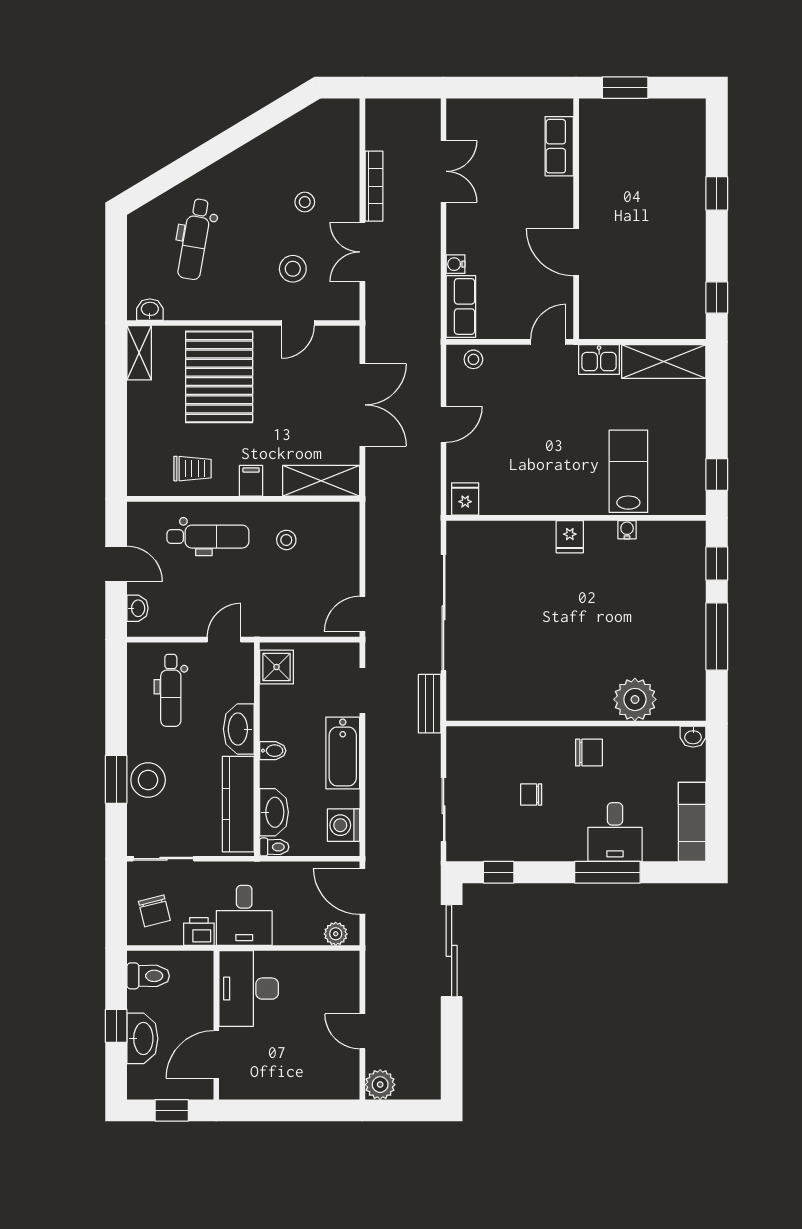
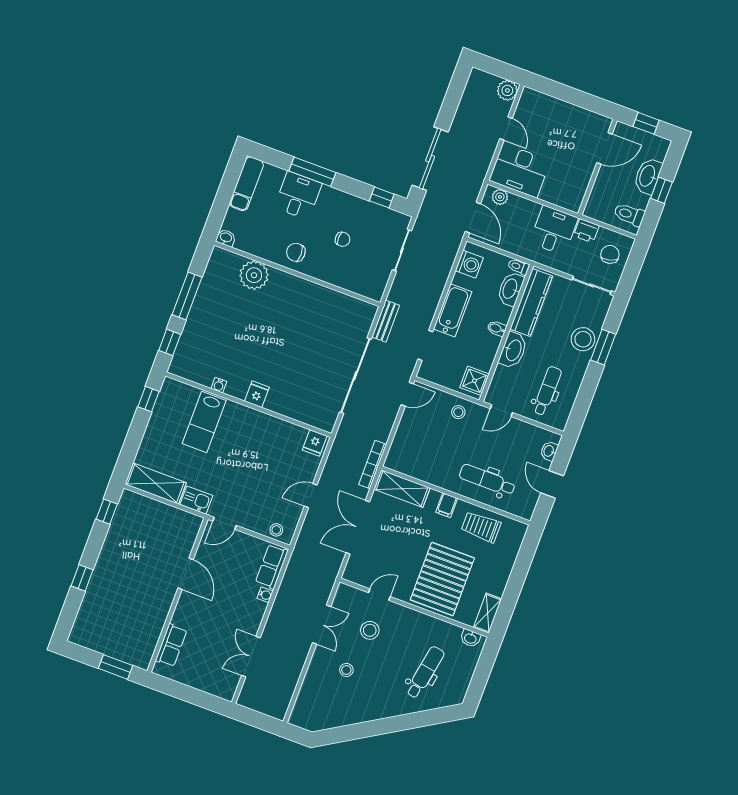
bookcase: (374, 186) -> (373, 464), moved
trolley: (192, 469) -> (481, 527), width x1.36, depth x1.39
stool: (286, 540) -> (458, 412), moved
desk: (249, 989) -> (520, 170), moved, turned 90

